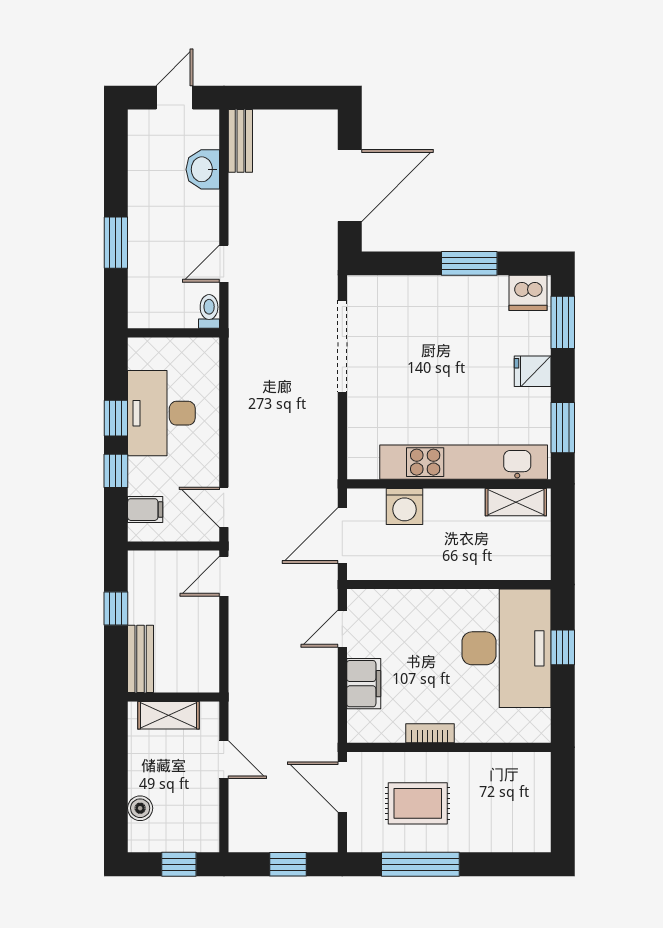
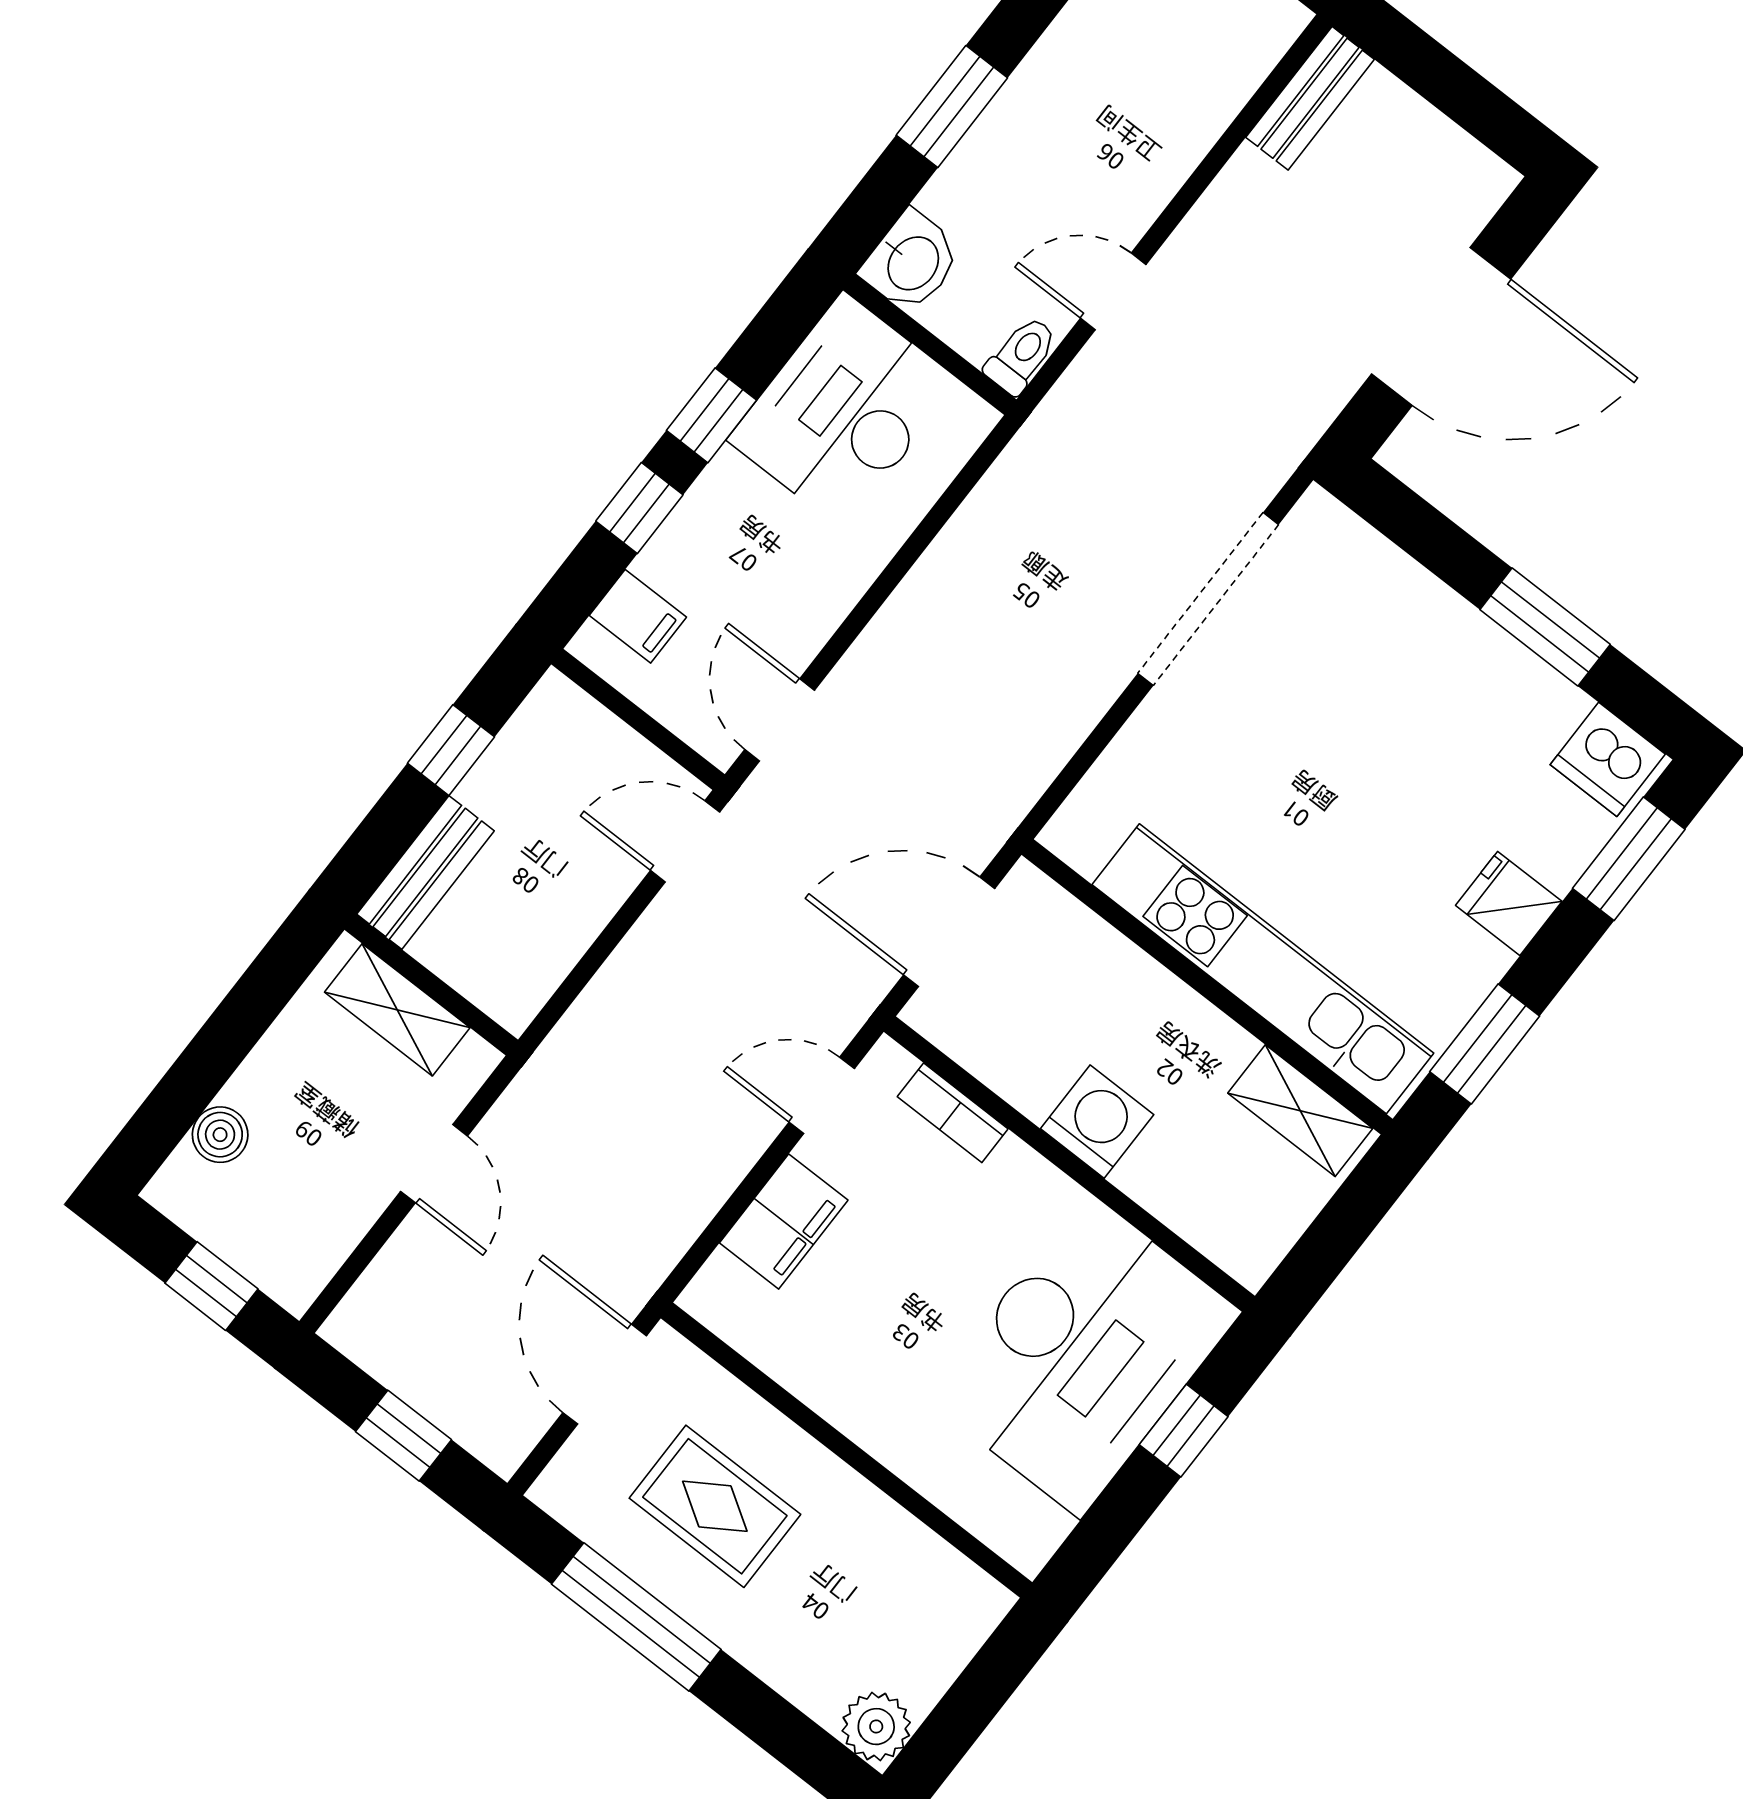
washbasin: (203, 169) -> (911, 262), moved, turned 180
desk: (161, 413) -> (843, 411), moved
washing machine: (405, 506) -> (1097, 1122), moved, turned 180
bookcase: (430, 733) -> (953, 1113), moved, turned 180
plant: (536, 837) -> (876, 1727), added

